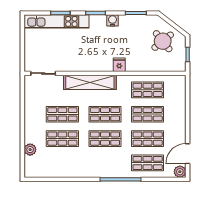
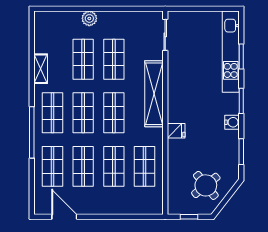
plant: (30, 150) -> (89, 18), moved
shop shelf: (105, 163) -> (53, 113), added
shelving: (70, 172) -> (41, 69), added
plant: (180, 172) -> (42, 207), removed

